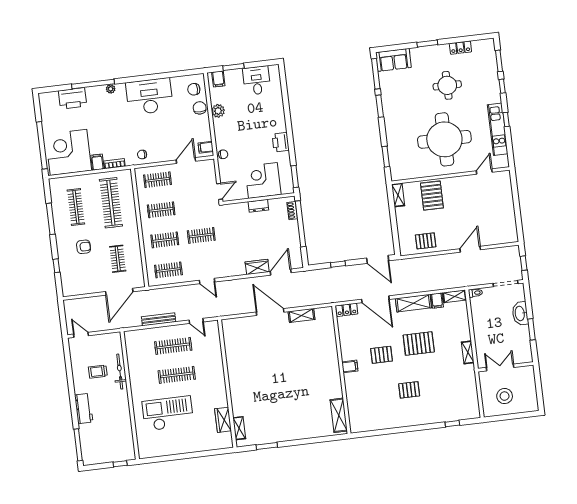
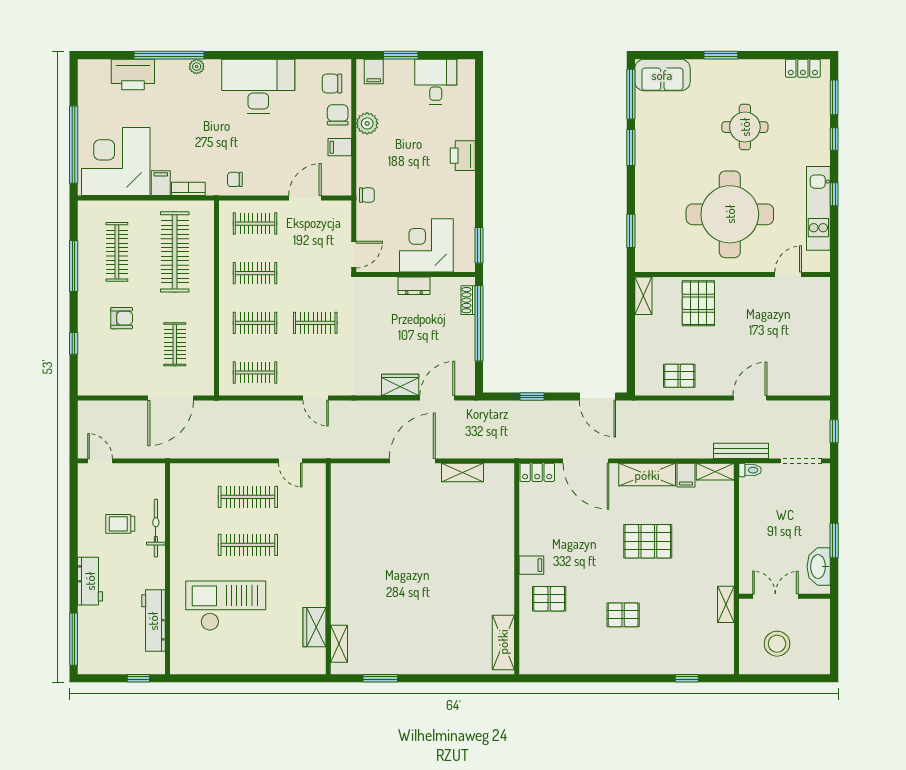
locker: (460, 48) -> (803, 68), moved
printer: (281, 142) -> (463, 156), moved
filing cabinet: (206, 147) -> (340, 147), moved
door: (270, 312) -> (412, 461), hinge flipped
washbasin: (520, 313) -> (819, 567), moved
bench: (159, 319) -> (741, 451), moved
shelving: (468, 352) -> (726, 604), moved
pallet: (382, 355) -> (549, 599), moved
workbench: (125, 428) -> (153, 621), added

